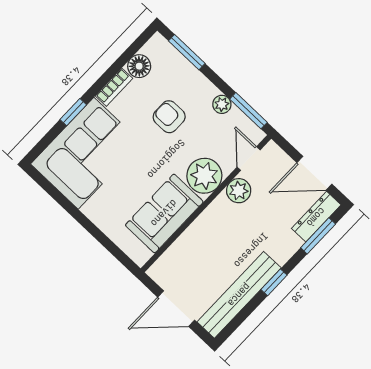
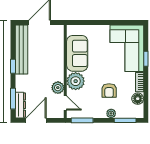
plant: (222, 104) -> (111, 113), moved
armchair: (169, 117) -> (109, 91), turned 90

